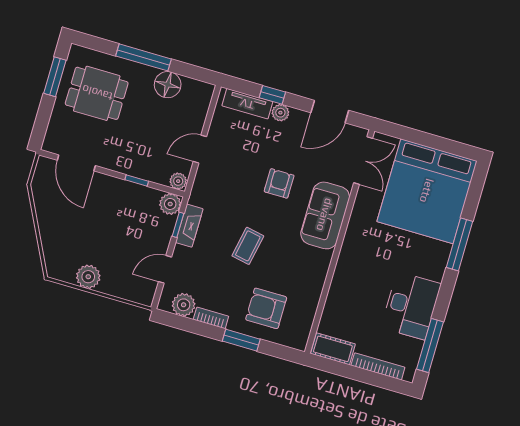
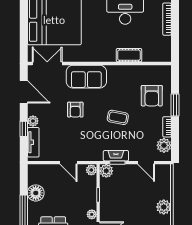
plant: (109, 162) -> (92, 214), added
armchair: (279, 183) -> (75, 110), turned -90
cot: (333, 349) -> (129, 55), moved, turned 90

